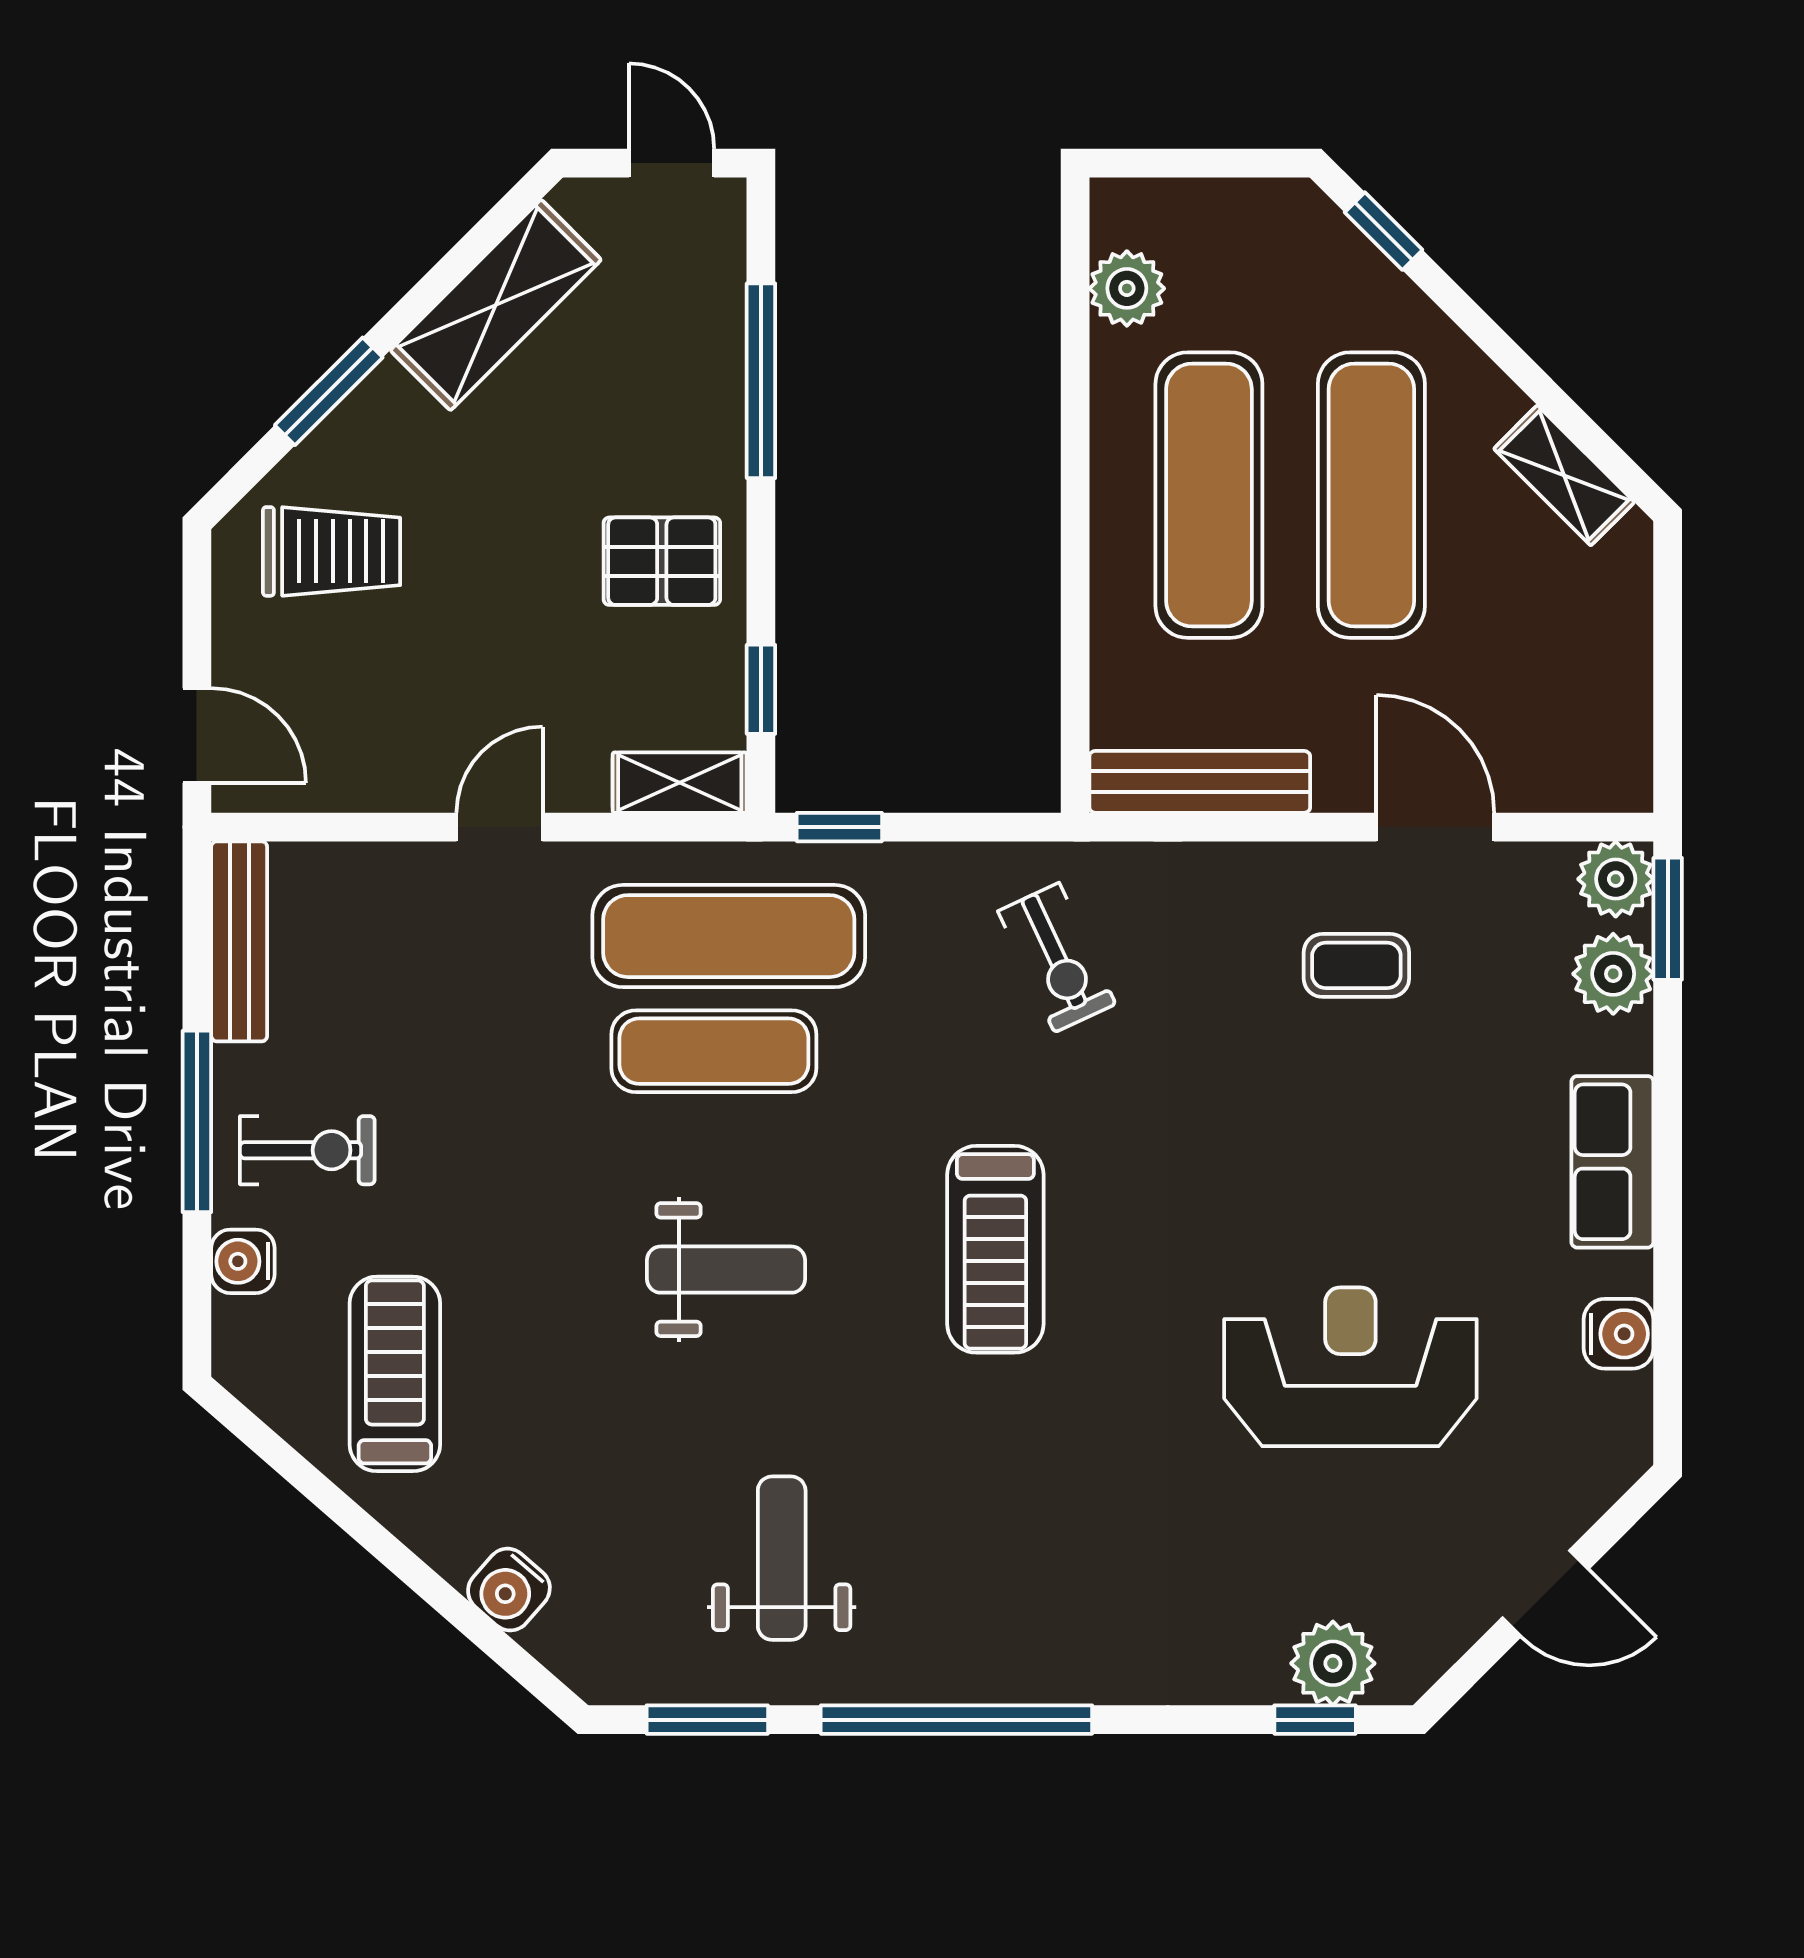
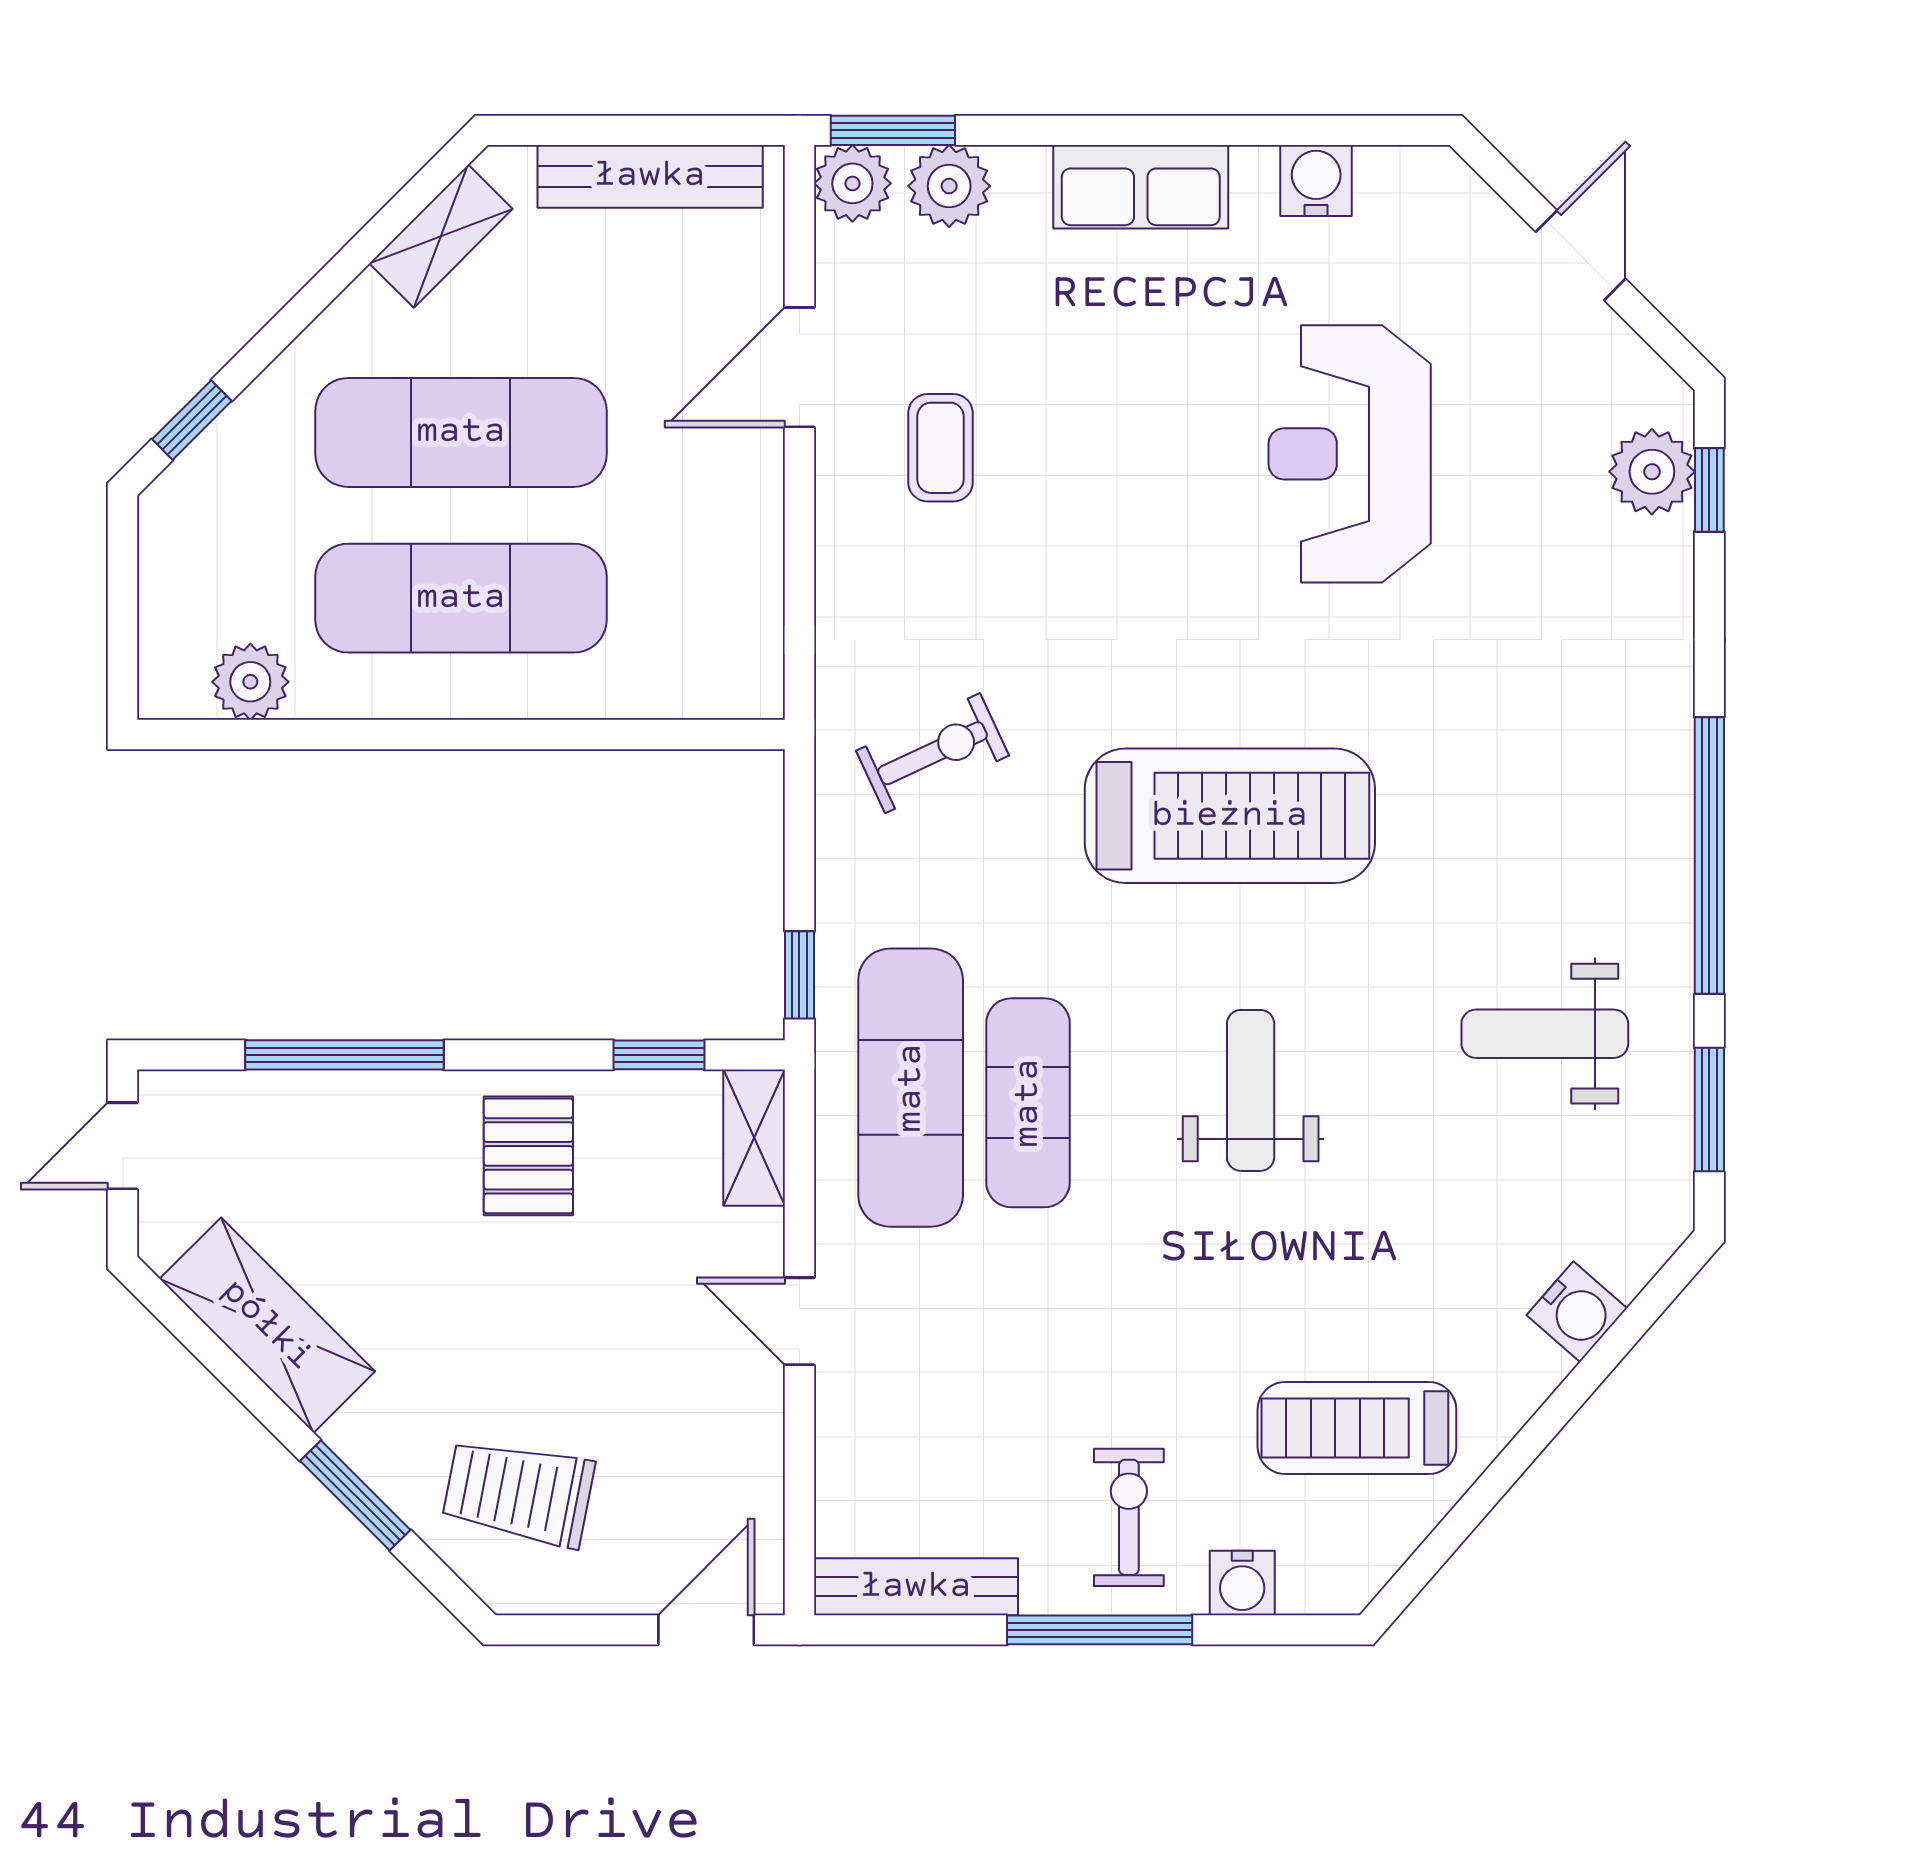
trolley: (332, 551) -> (518, 1493), turned -79
bench: (1200, 782) -> (650, 176), moved, turned 90
treadmill: (995, 1249) -> (1230, 816), width x1.37, depth x1.38

